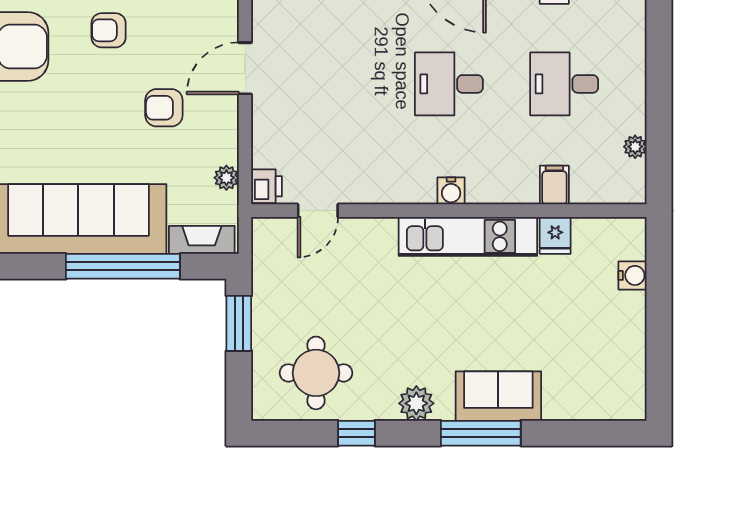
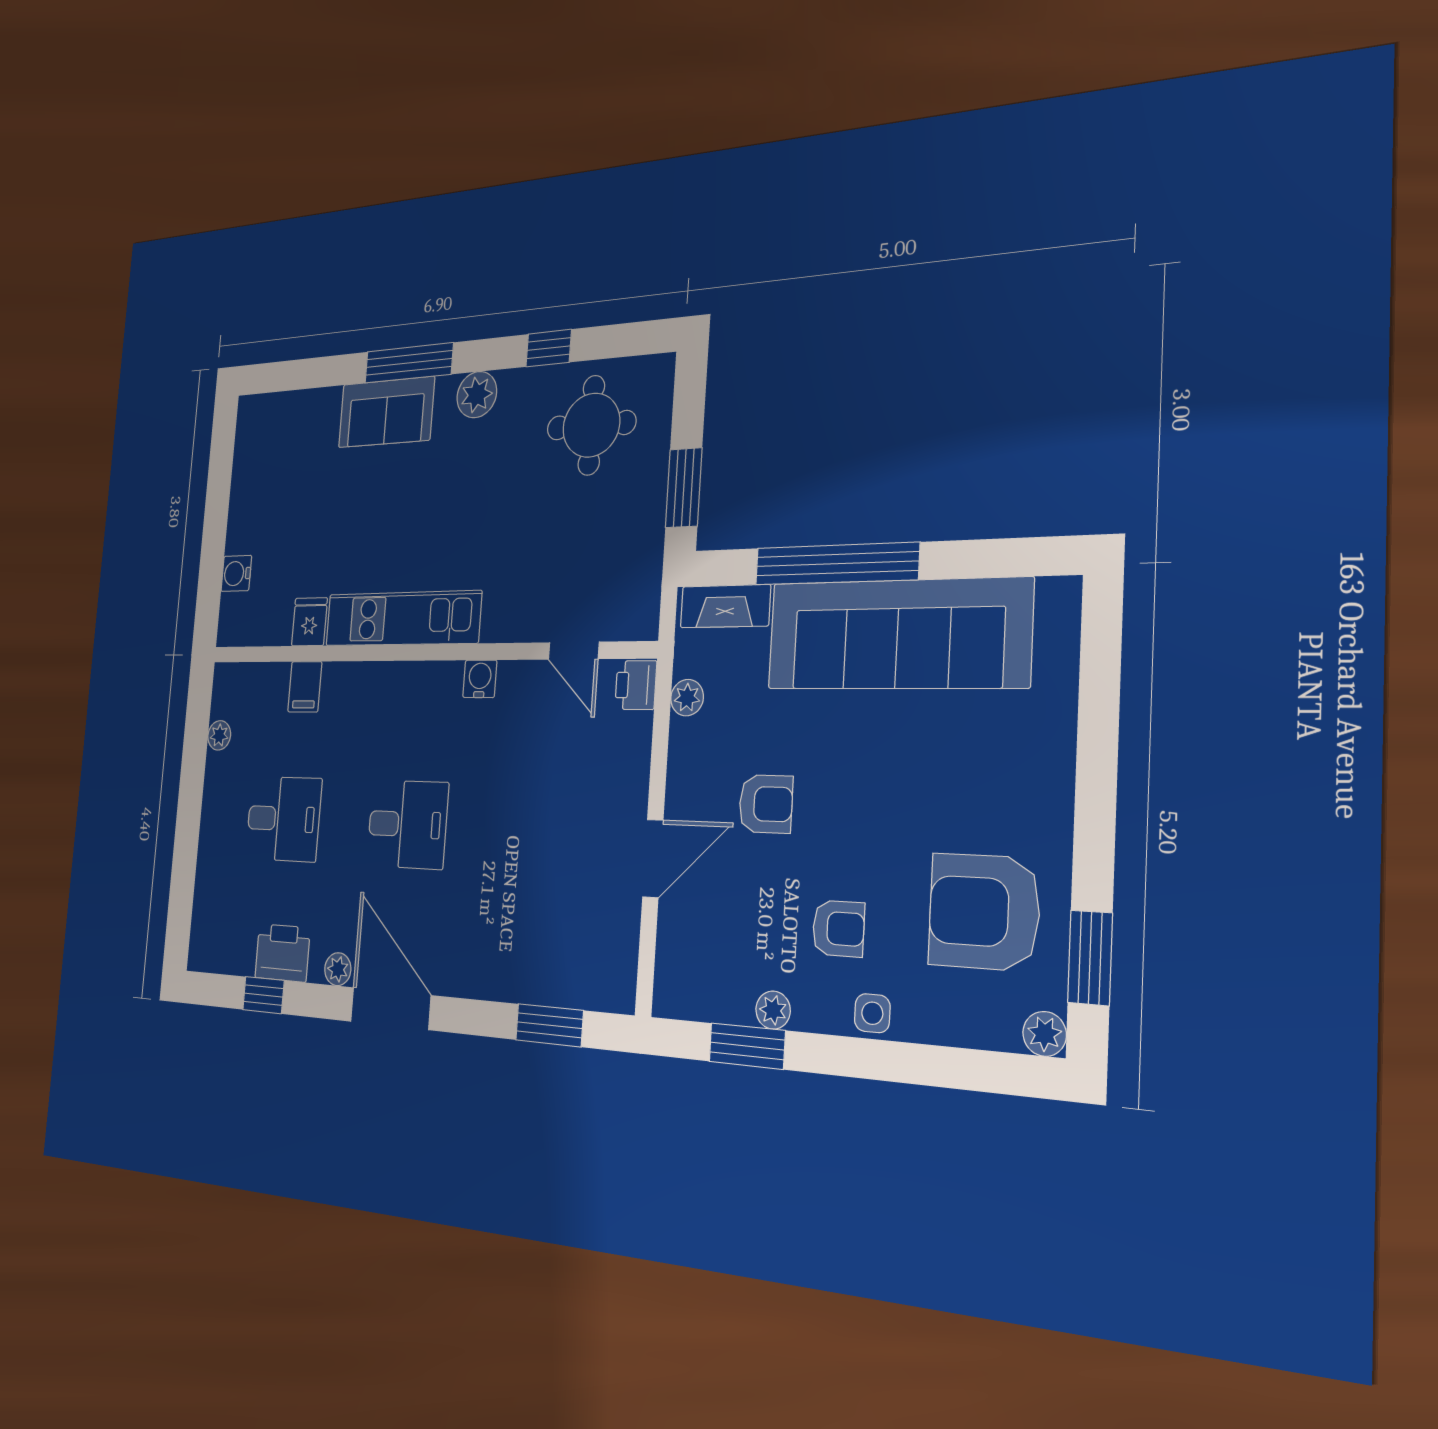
water cooler: (451, 191) -> (480, 679), moved
door: (318, 211) -> (574, 651), swing flipped

